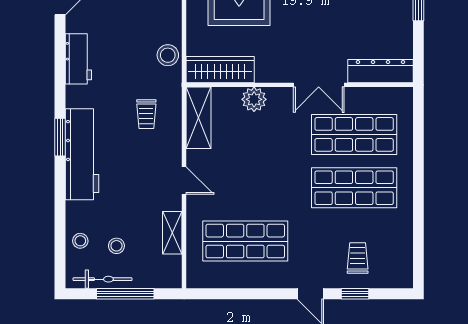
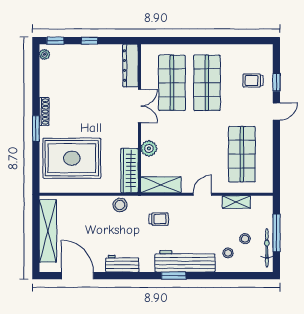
stool: (80, 241) -> (228, 253), moved

